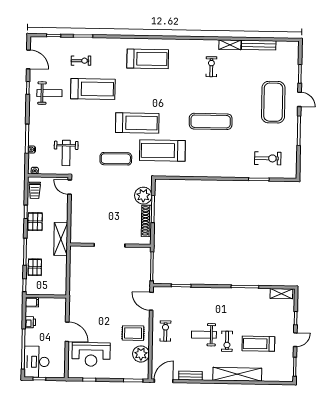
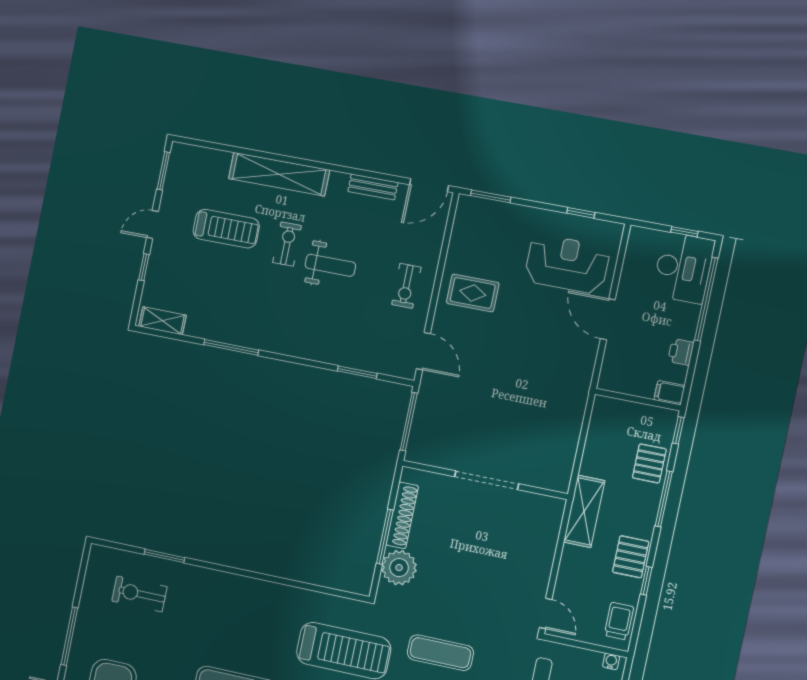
plant: (141, 354) -> (465, 248), removed

